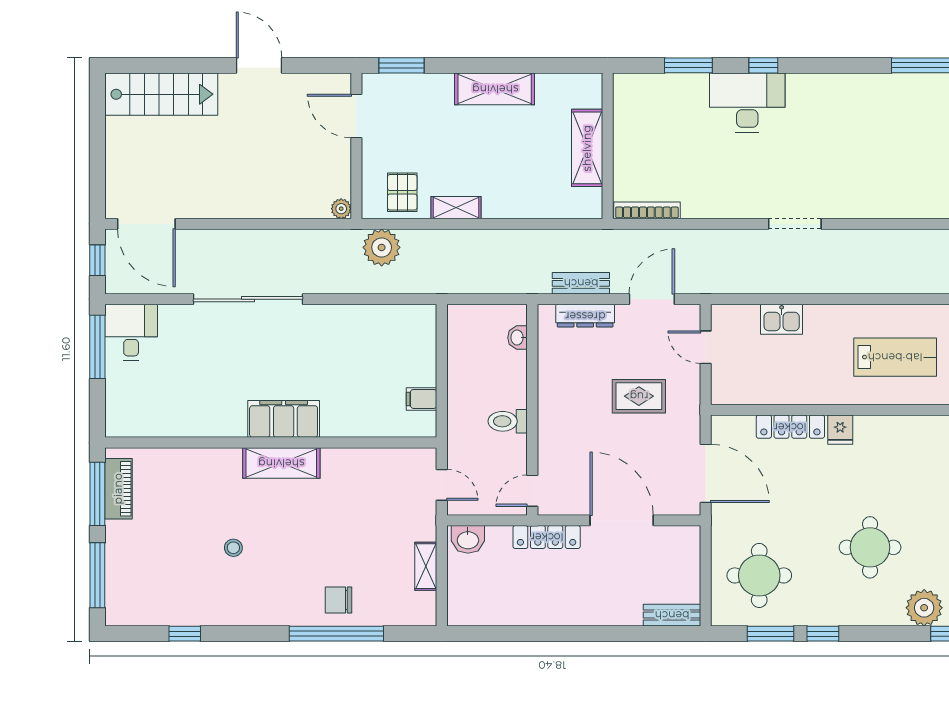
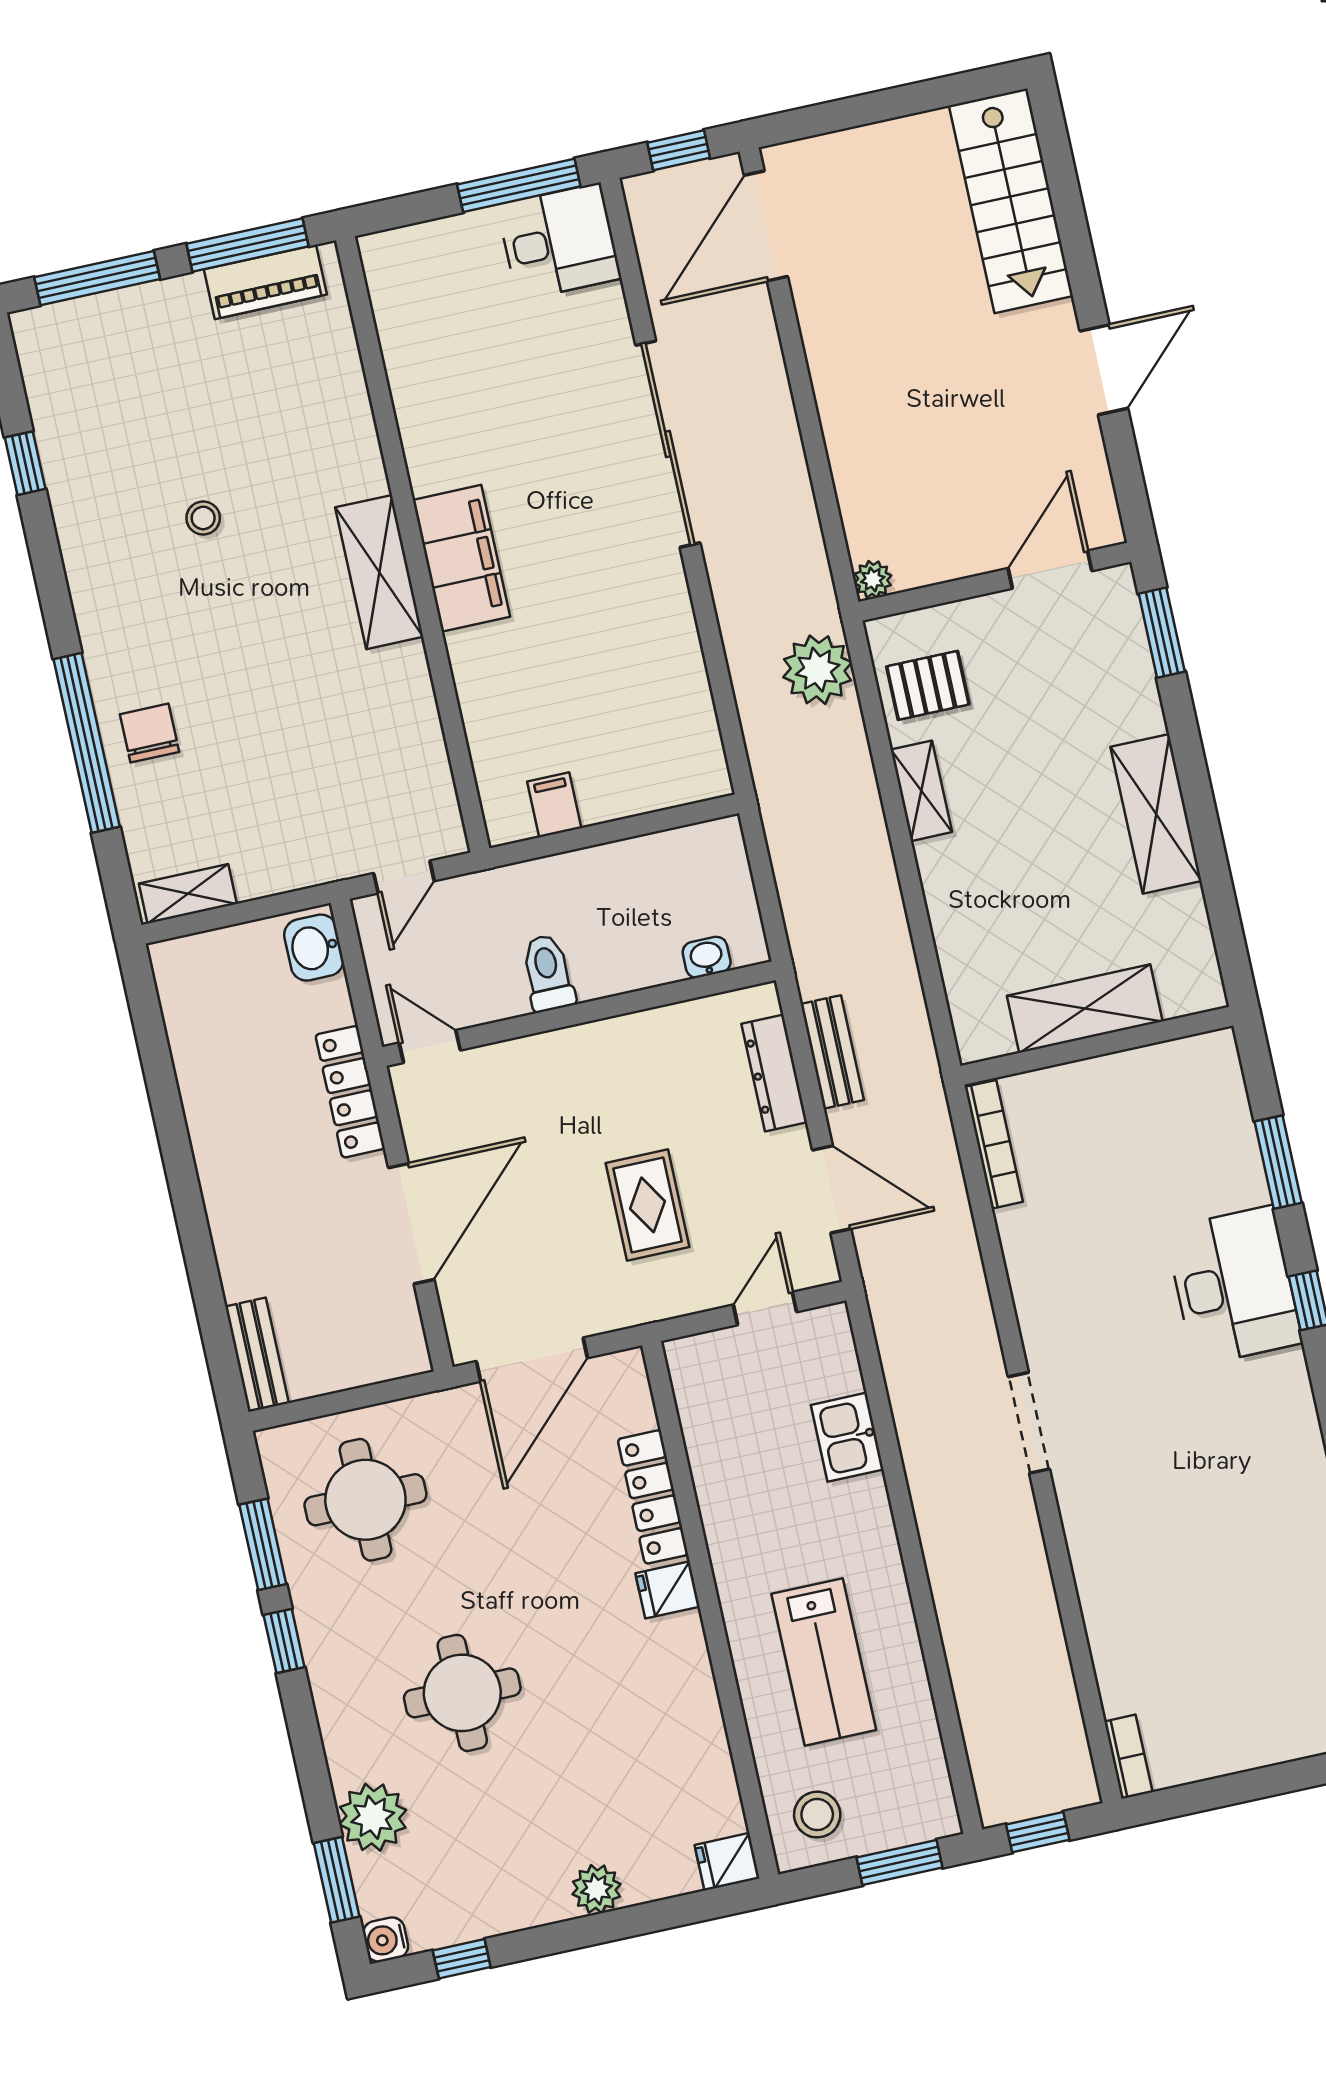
shelving: (426, 566) -> (188, 894), moved

